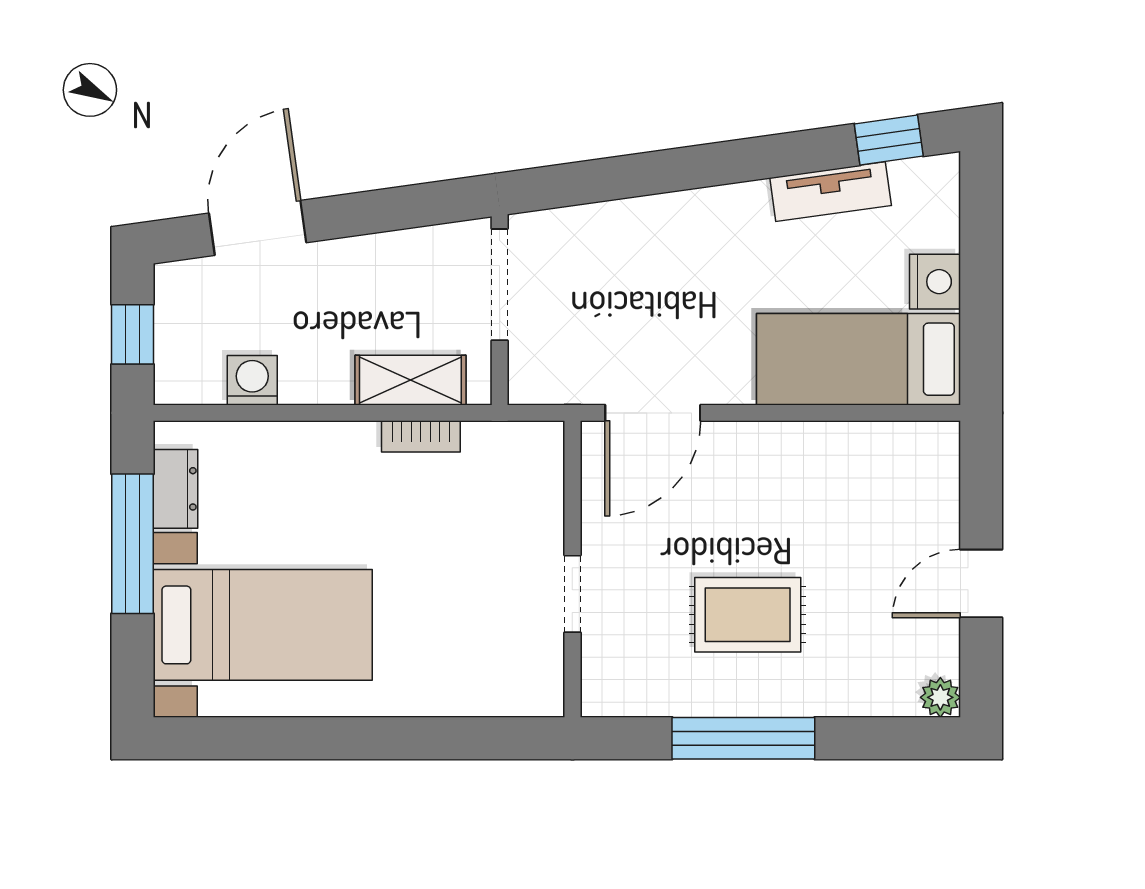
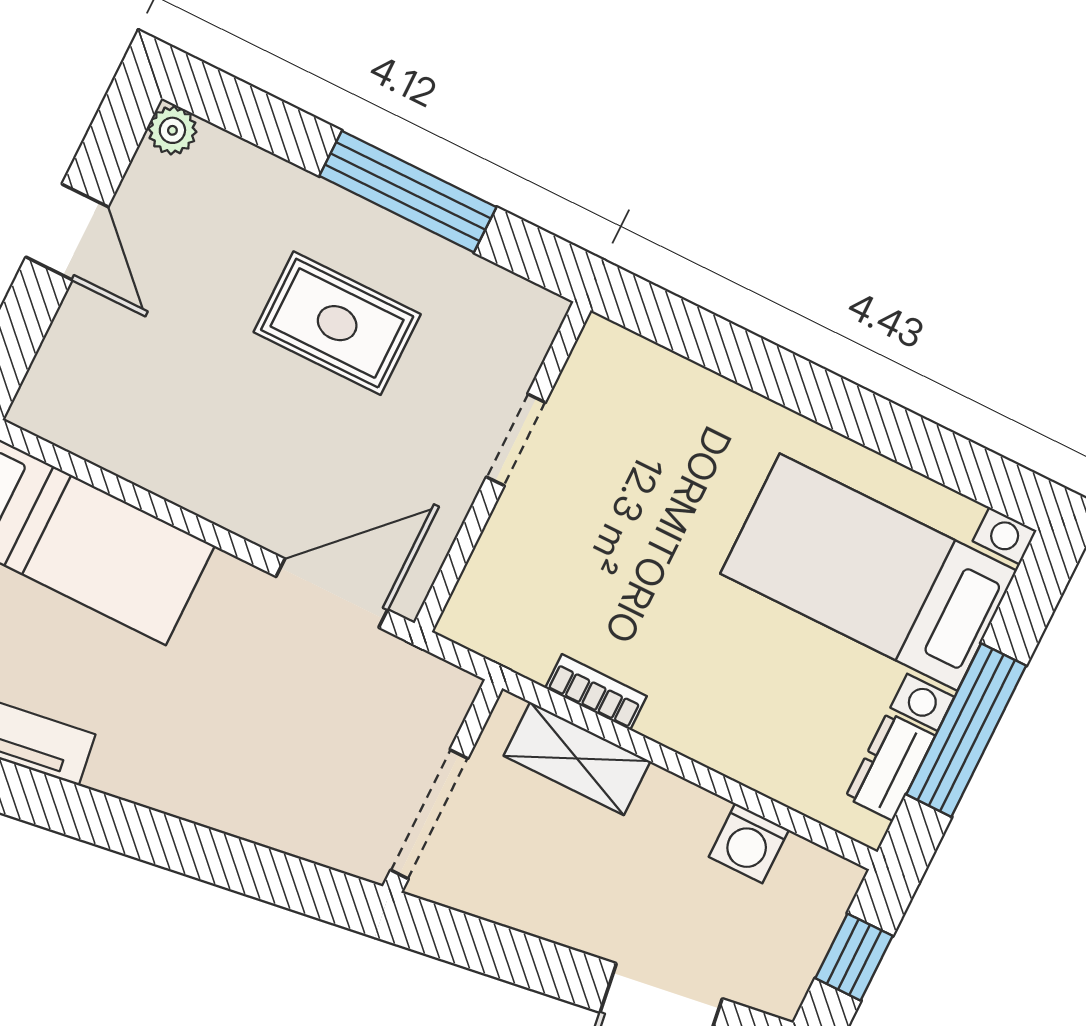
door: (981, 584) -> (67, 232), hinge flipped

